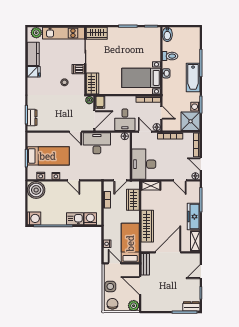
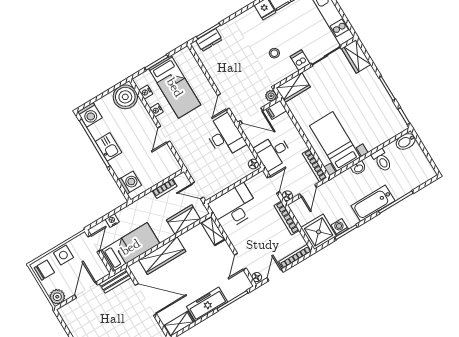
kitchen sink: (75, 219) -> (108, 147), moved

